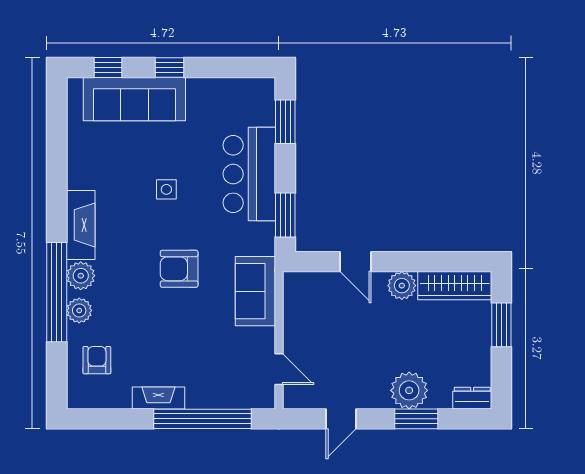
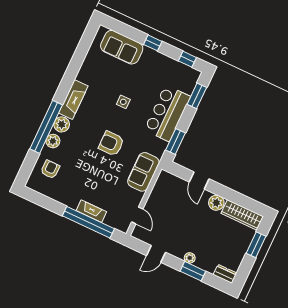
window: (108, 68) -> (187, 59), moved
sofa: (134, 99) -> (122, 47), width x0.73
plant: (409, 390) -> (190, 258), width x0.53, depth x0.53
fireplace: (158, 398) -> (91, 211), moved

